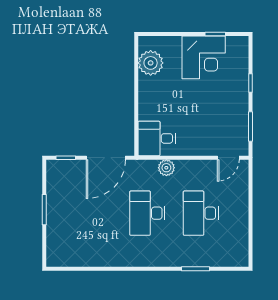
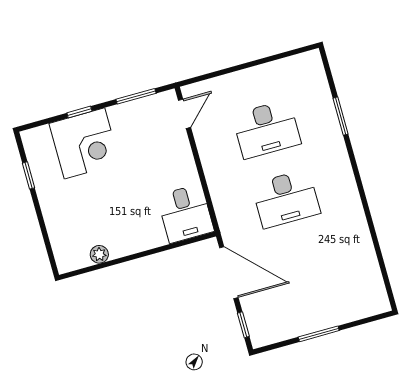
corner desk: (204, 57) -> (84, 143), moved, turned 90
plant: (151, 63) -> (99, 254), width x0.53, depth x0.53
door: (228, 158) -> (184, 114), hinge flipped
plant: (166, 168) -> (220, 190), removed

